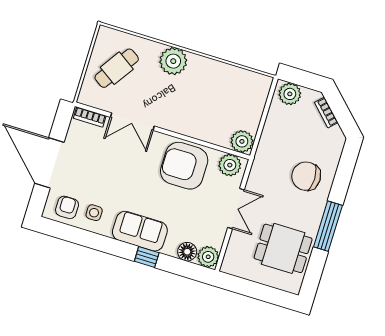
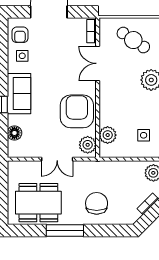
side table: (239, 92) -> (144, 135), added
plant: (242, 141) -> (108, 135), moved
armchair: (67, 207) -> (20, 35), turned 90
dining table: (283, 248) -> (38, 203), width x1.38
plant: (208, 257) -> (15, 149), removed

